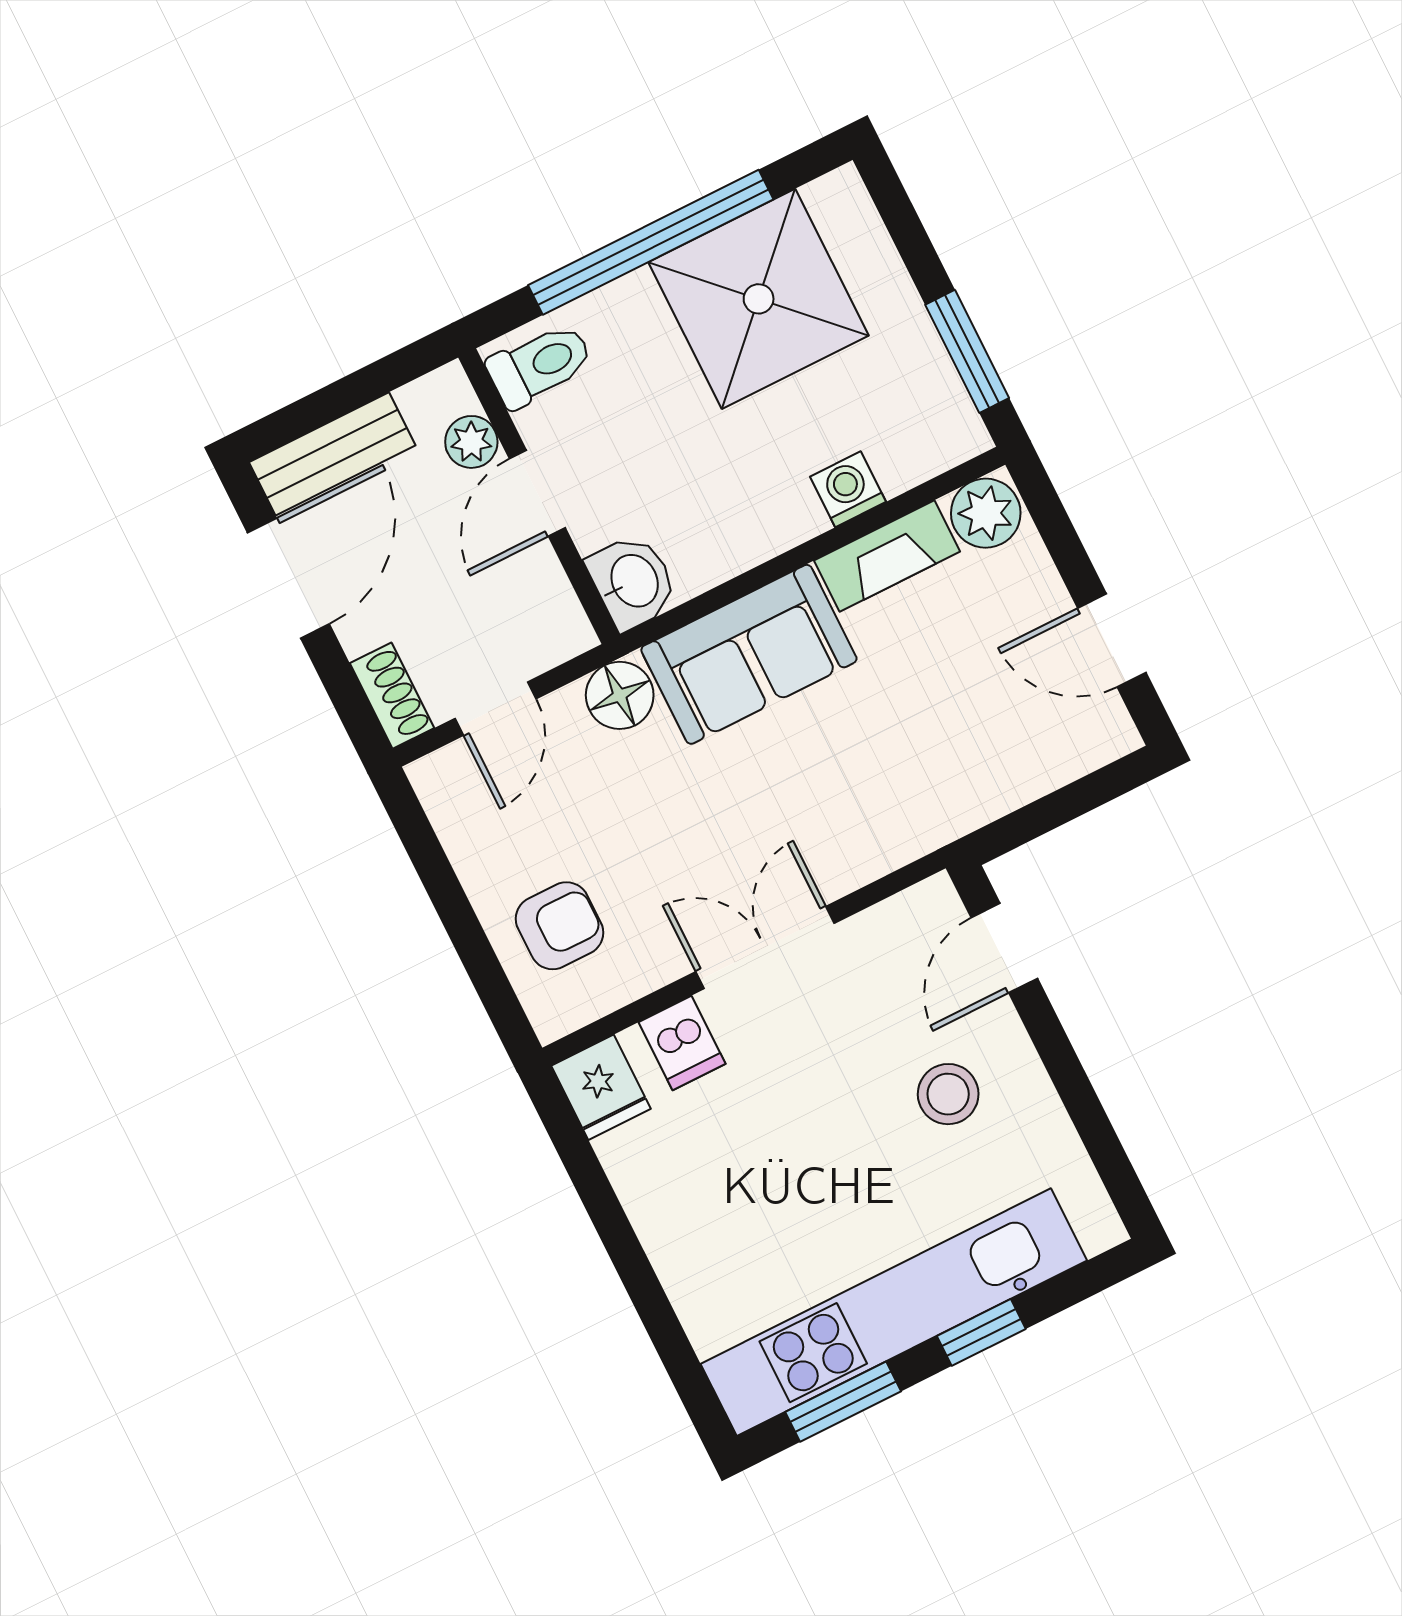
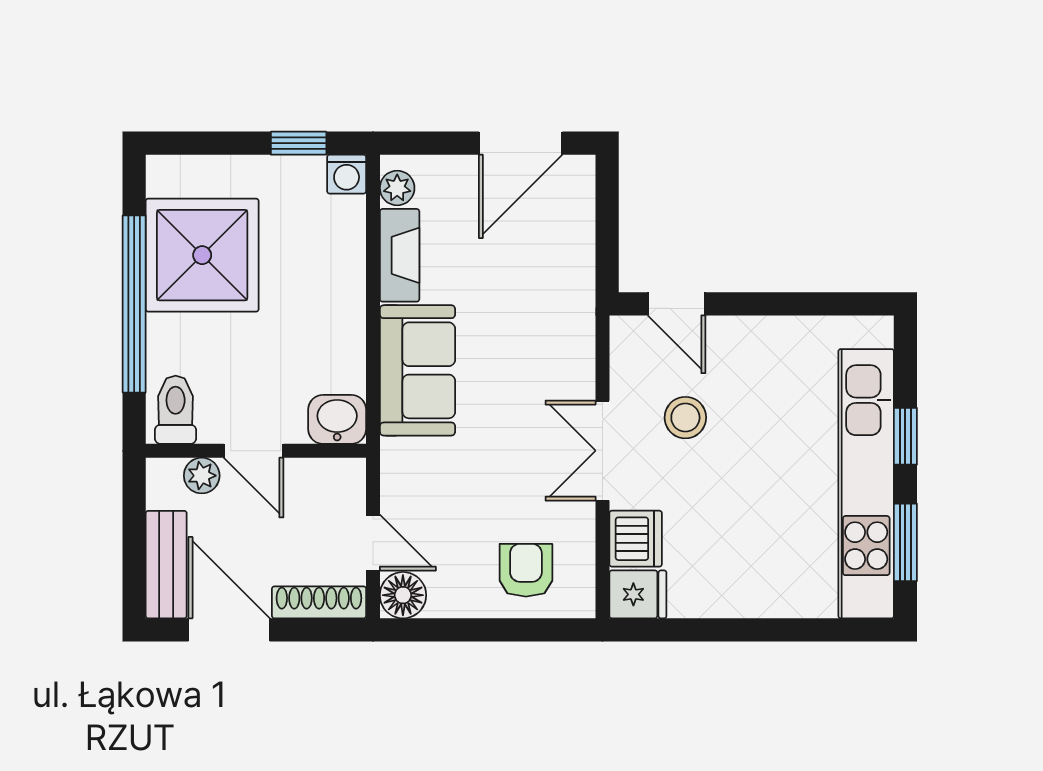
window: (967, 351) -> (299, 143), width x0.67
washing machine: (848, 489) -> (347, 174), moved, turned -90
plant: (986, 513) -> (397, 188), width x0.73, depth x0.73
door: (1112, 640) -> (521, 143), width x1.37
floor lamp: (620, 695) -> (403, 595), moved
shoe rack: (392, 696) -> (319, 602), width x1.43
dishwasher: (682, 1043) -> (636, 539), width x1.38
stool: (948, 1094) -> (685, 418), moved

